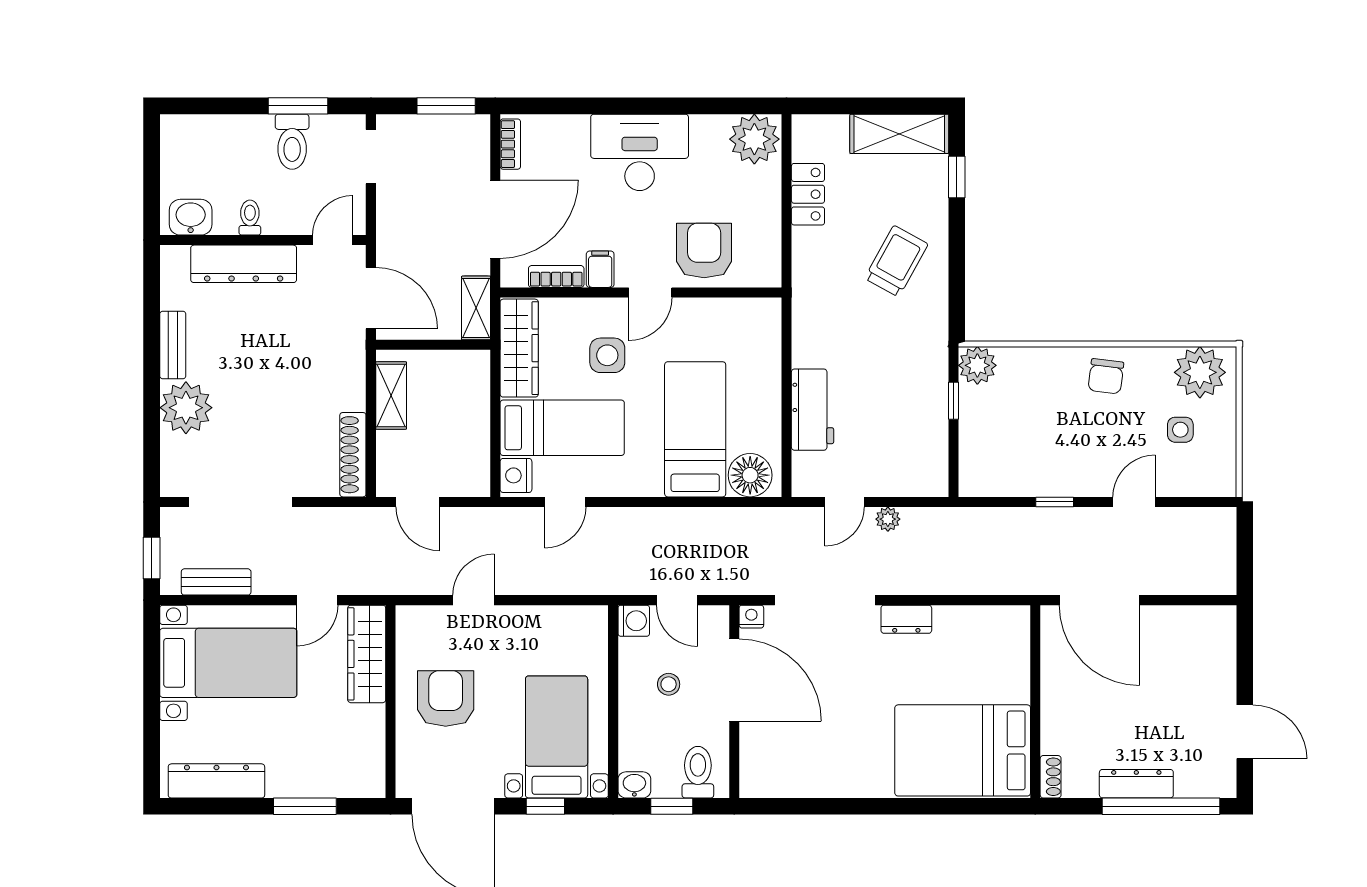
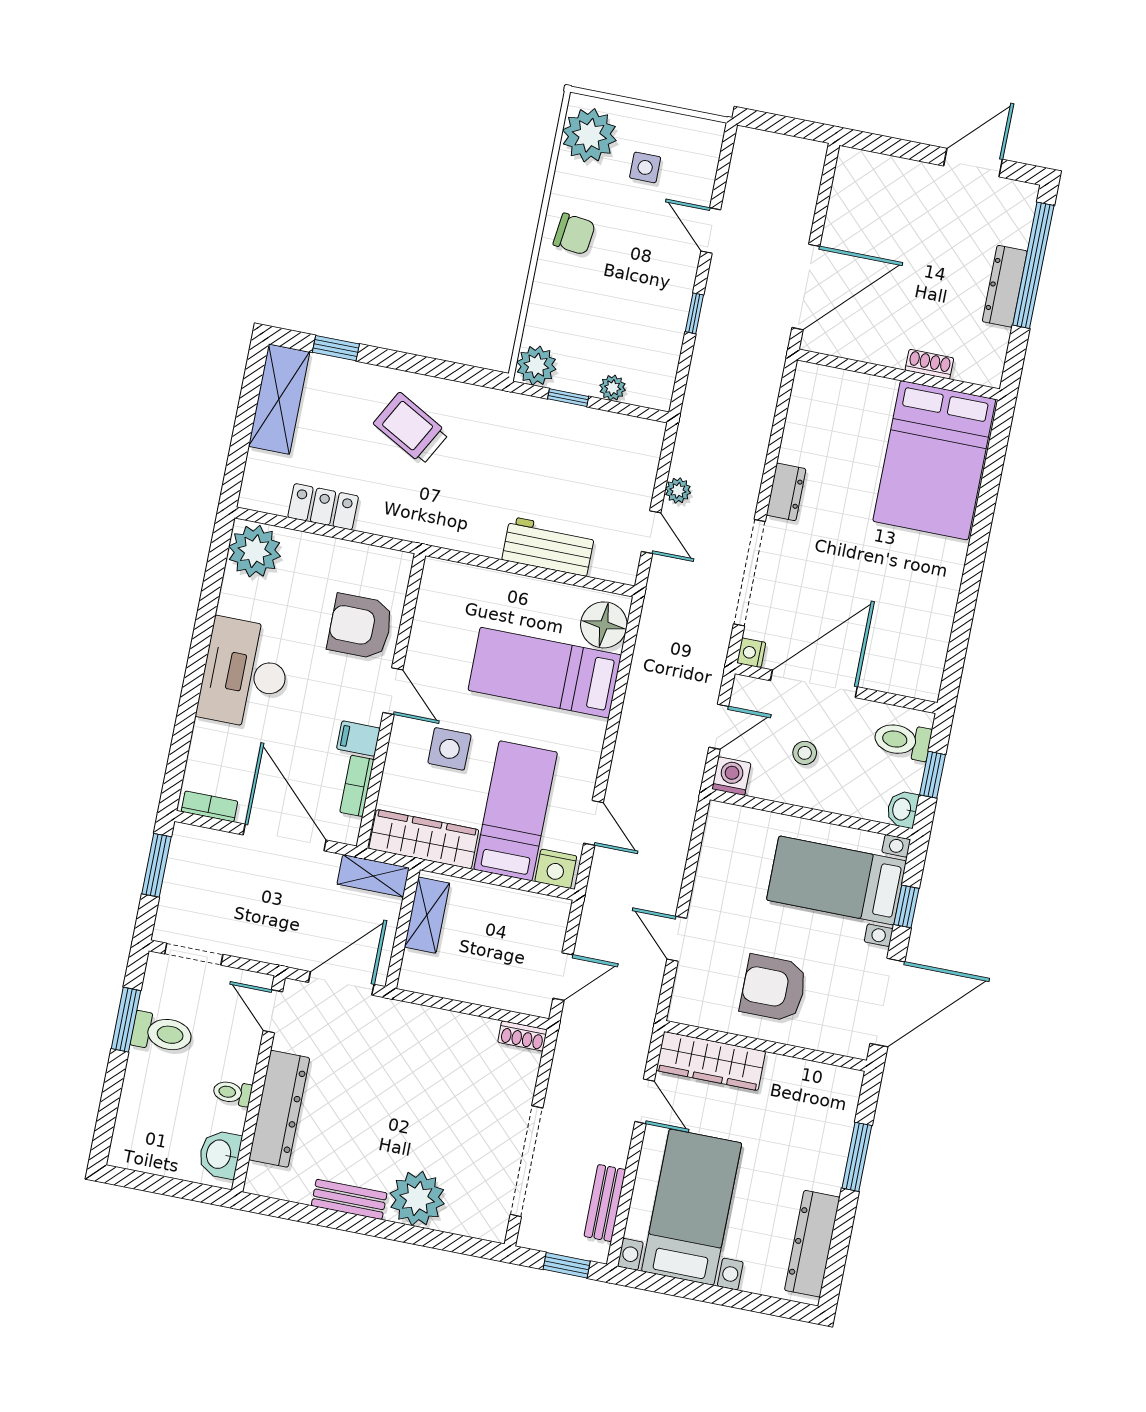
shelving: (391, 396) -> (427, 915), moved, turned 90
plant: (971, 440) -> (613, 388), added
shoe rack: (353, 455) -> (522, 1036), width x0.51, depth x0.81
shoe rack: (1051, 777) -> (929, 364), moved

